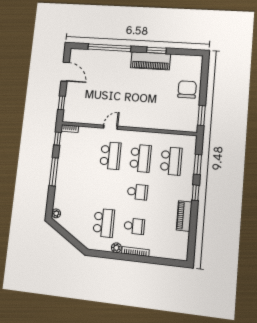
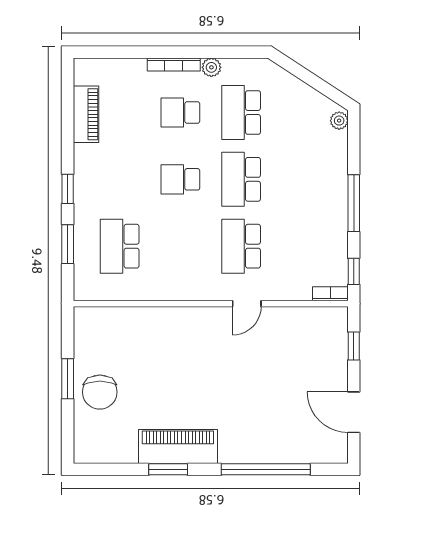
window: (201, 115) -> (68, 379), moved
school desk: (140, 158) -> (241, 179), moved
piano: (184, 216) -> (86, 114), moved

